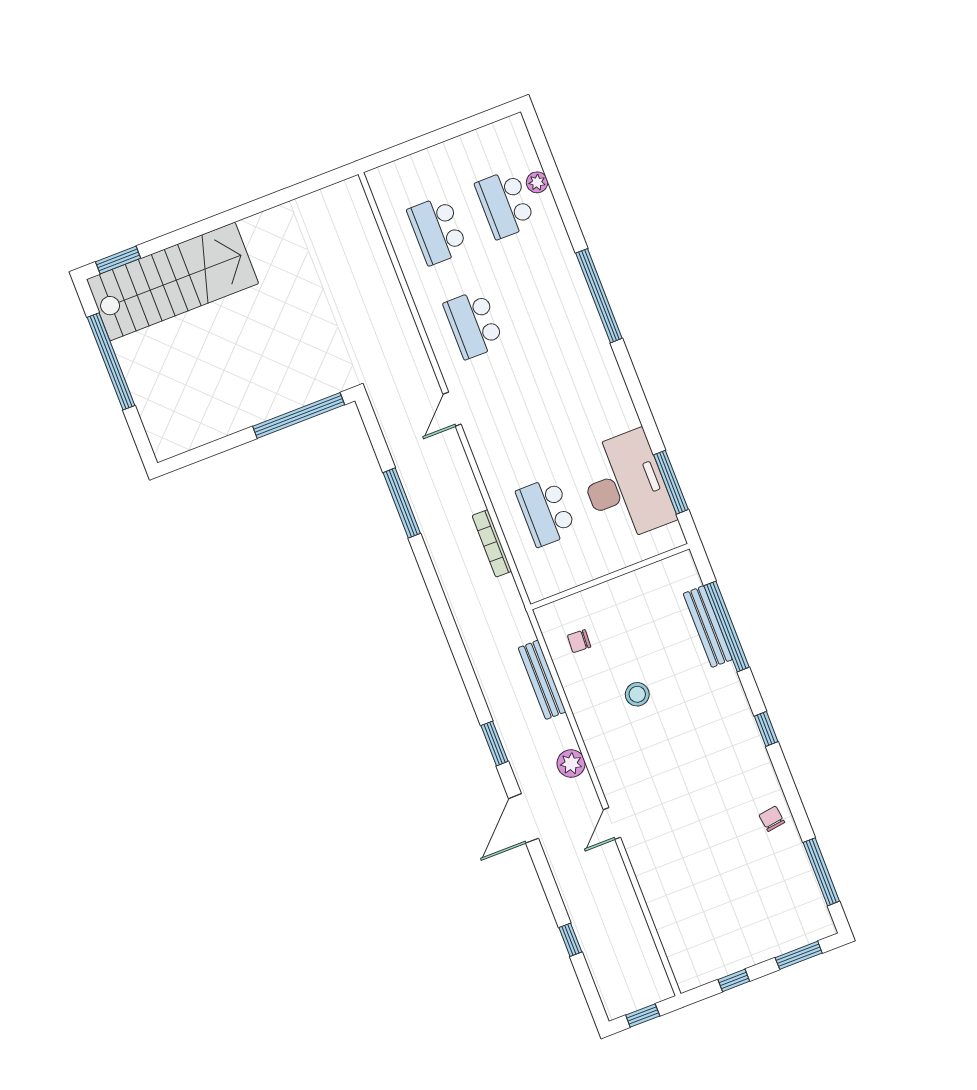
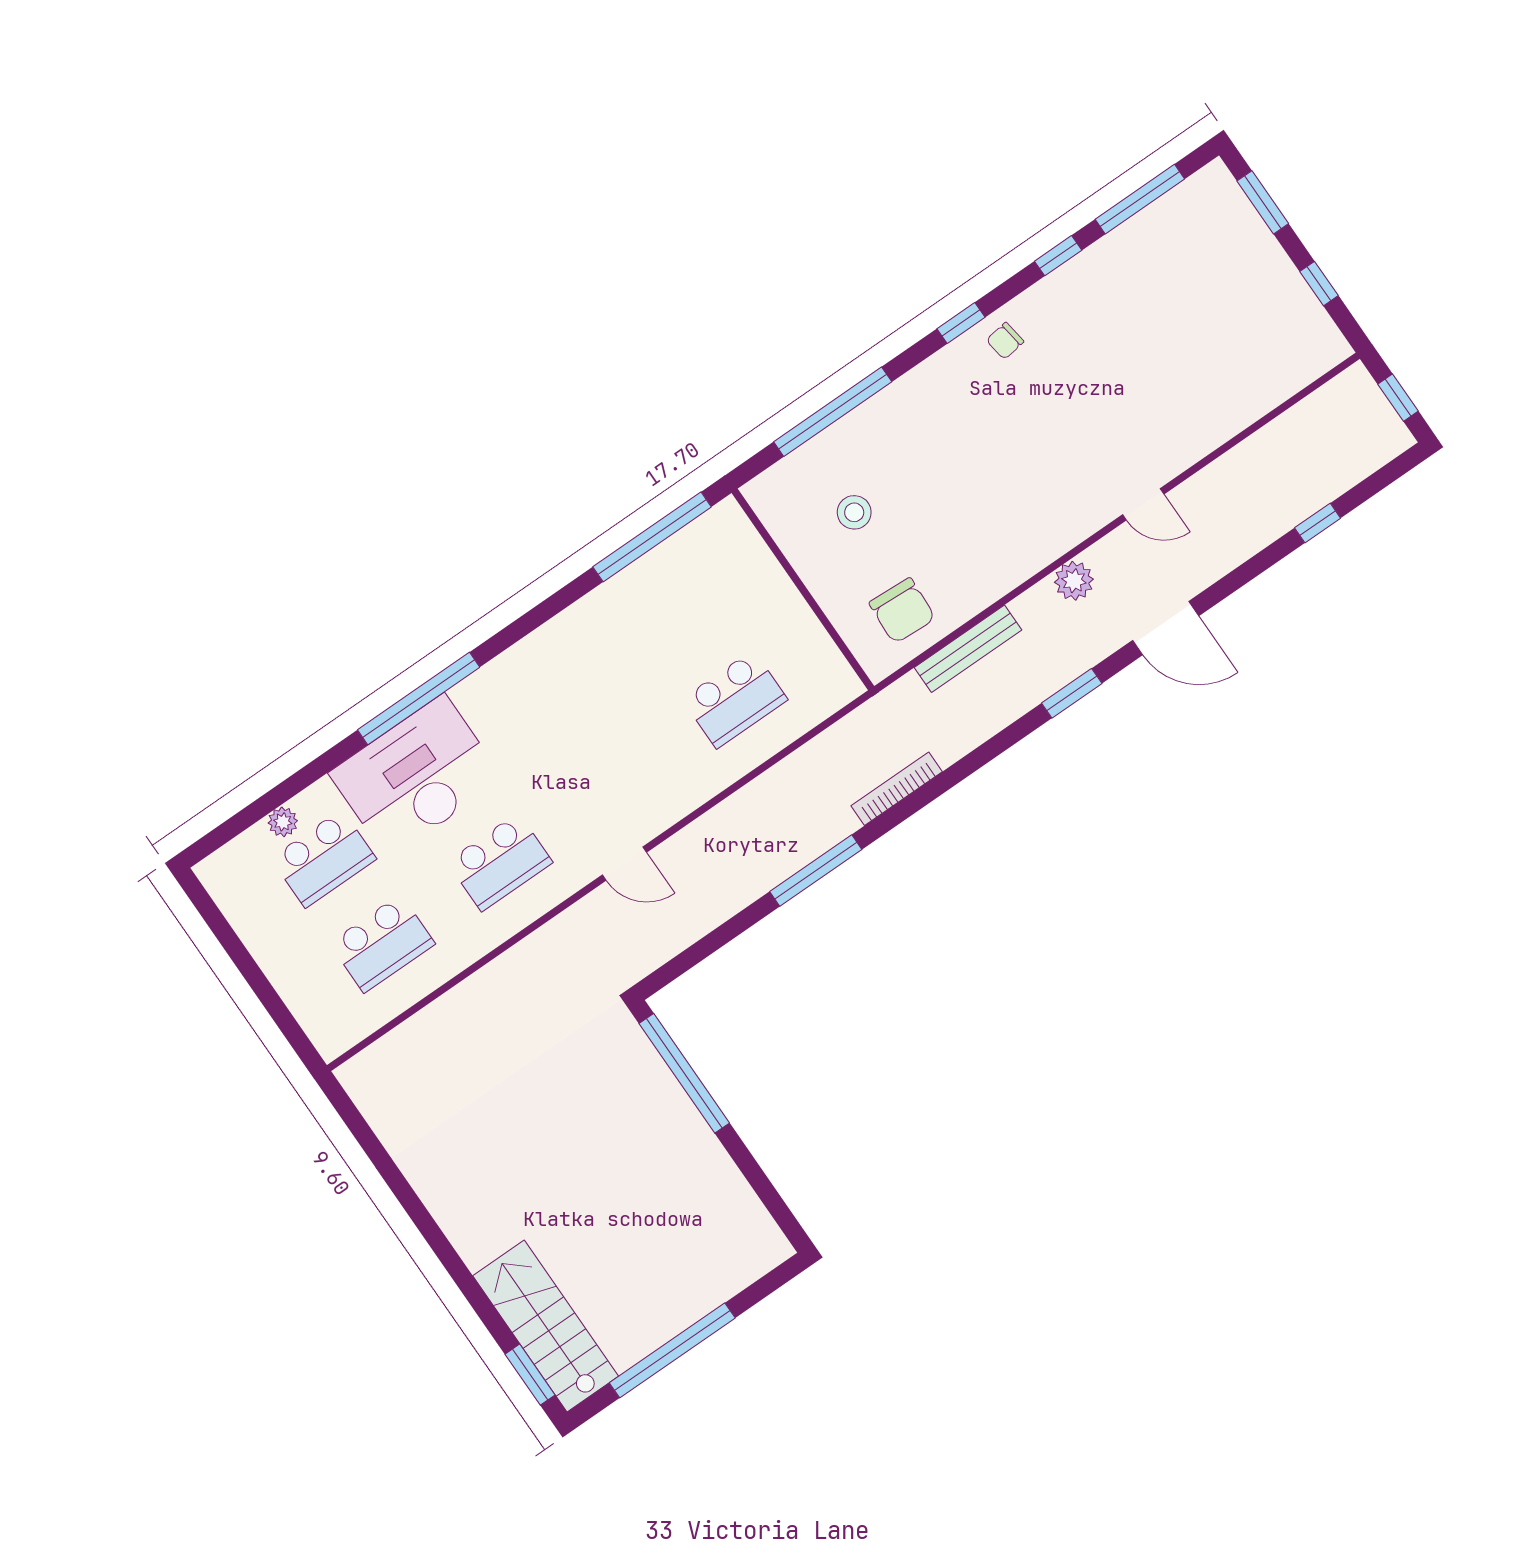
stairs: (172, 281) -> (546, 1326), width x0.73, depth x0.66
window: (671, 482) -> (652, 537), width x1.46
desk: (626, 486) -> (416, 776), moved
window: (402, 503) -> (816, 870), moved
bookcase: (492, 543) -> (897, 789), moved, turned 180
bench: (708, 626) -> (839, 438), removed
chair: (579, 641) -> (902, 611), width x1.87, depth x1.87
stool: (637, 694) -> (854, 512), moved
window: (796, 806) -> (1058, 256), added
chair: (772, 819) -> (1005, 341), moved

